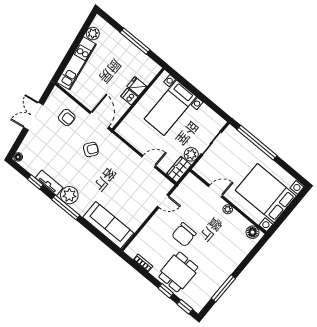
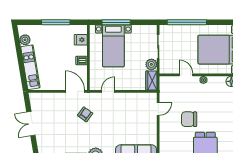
fridge: (137, 86) -> (81, 40), moved
window: (191, 88) -> (116, 22), added
armchair: (67, 117) -> (53, 107), removed
door: (149, 161) -> (108, 91), moved
door: (215, 191) -> (186, 75), hinge flipped
chair: (184, 235) -> (189, 119), turned 90

